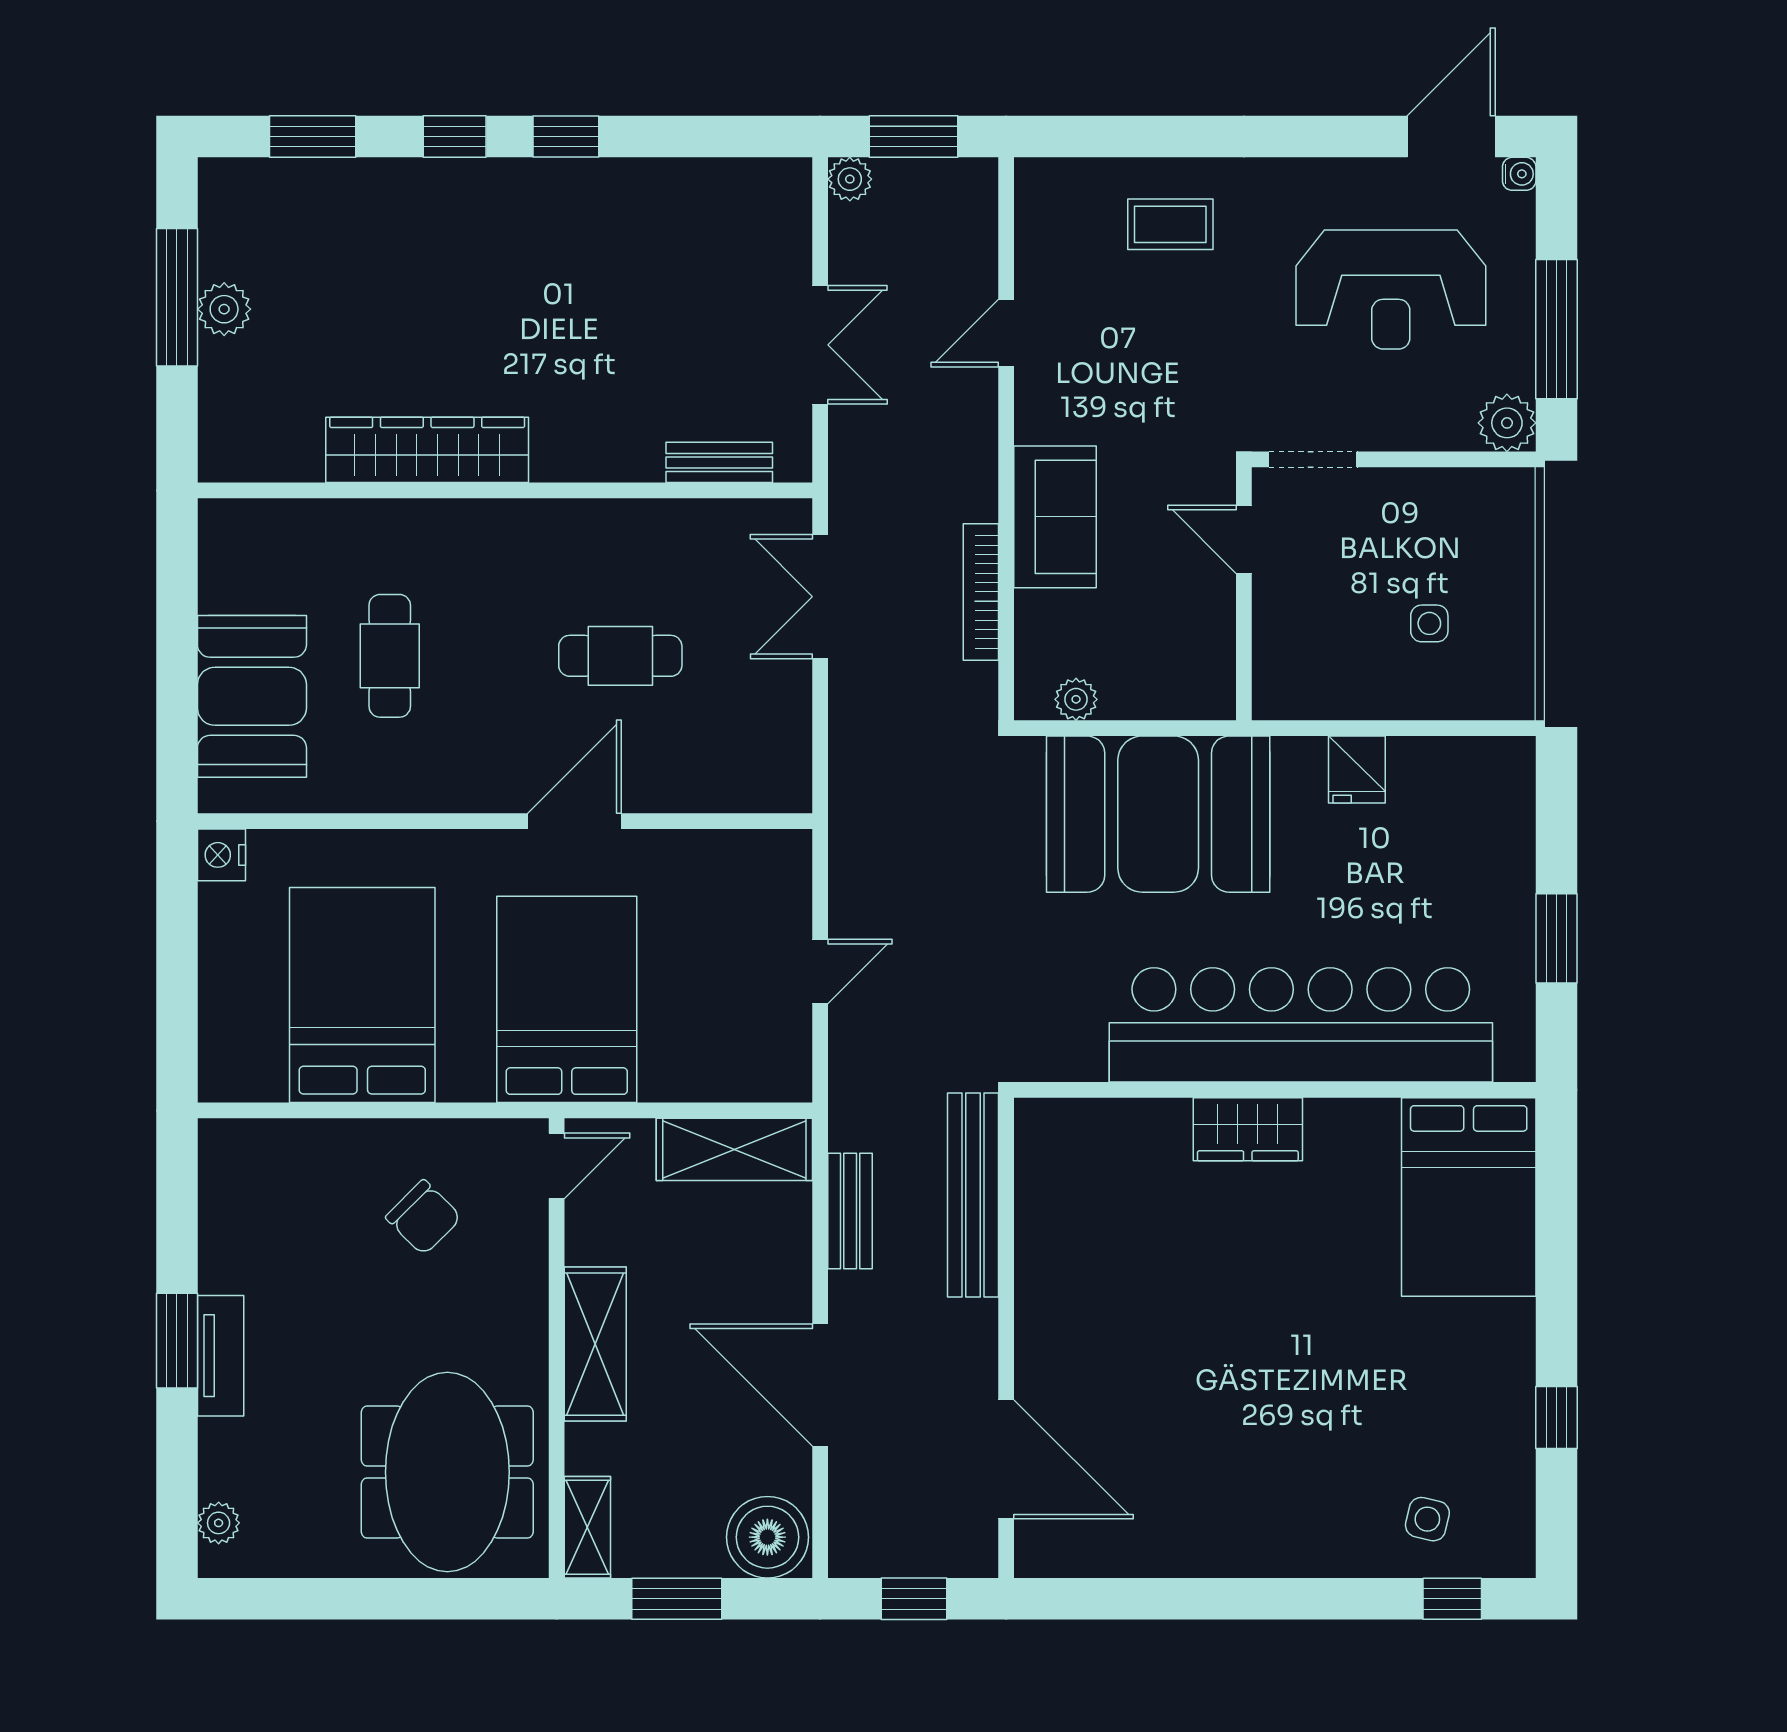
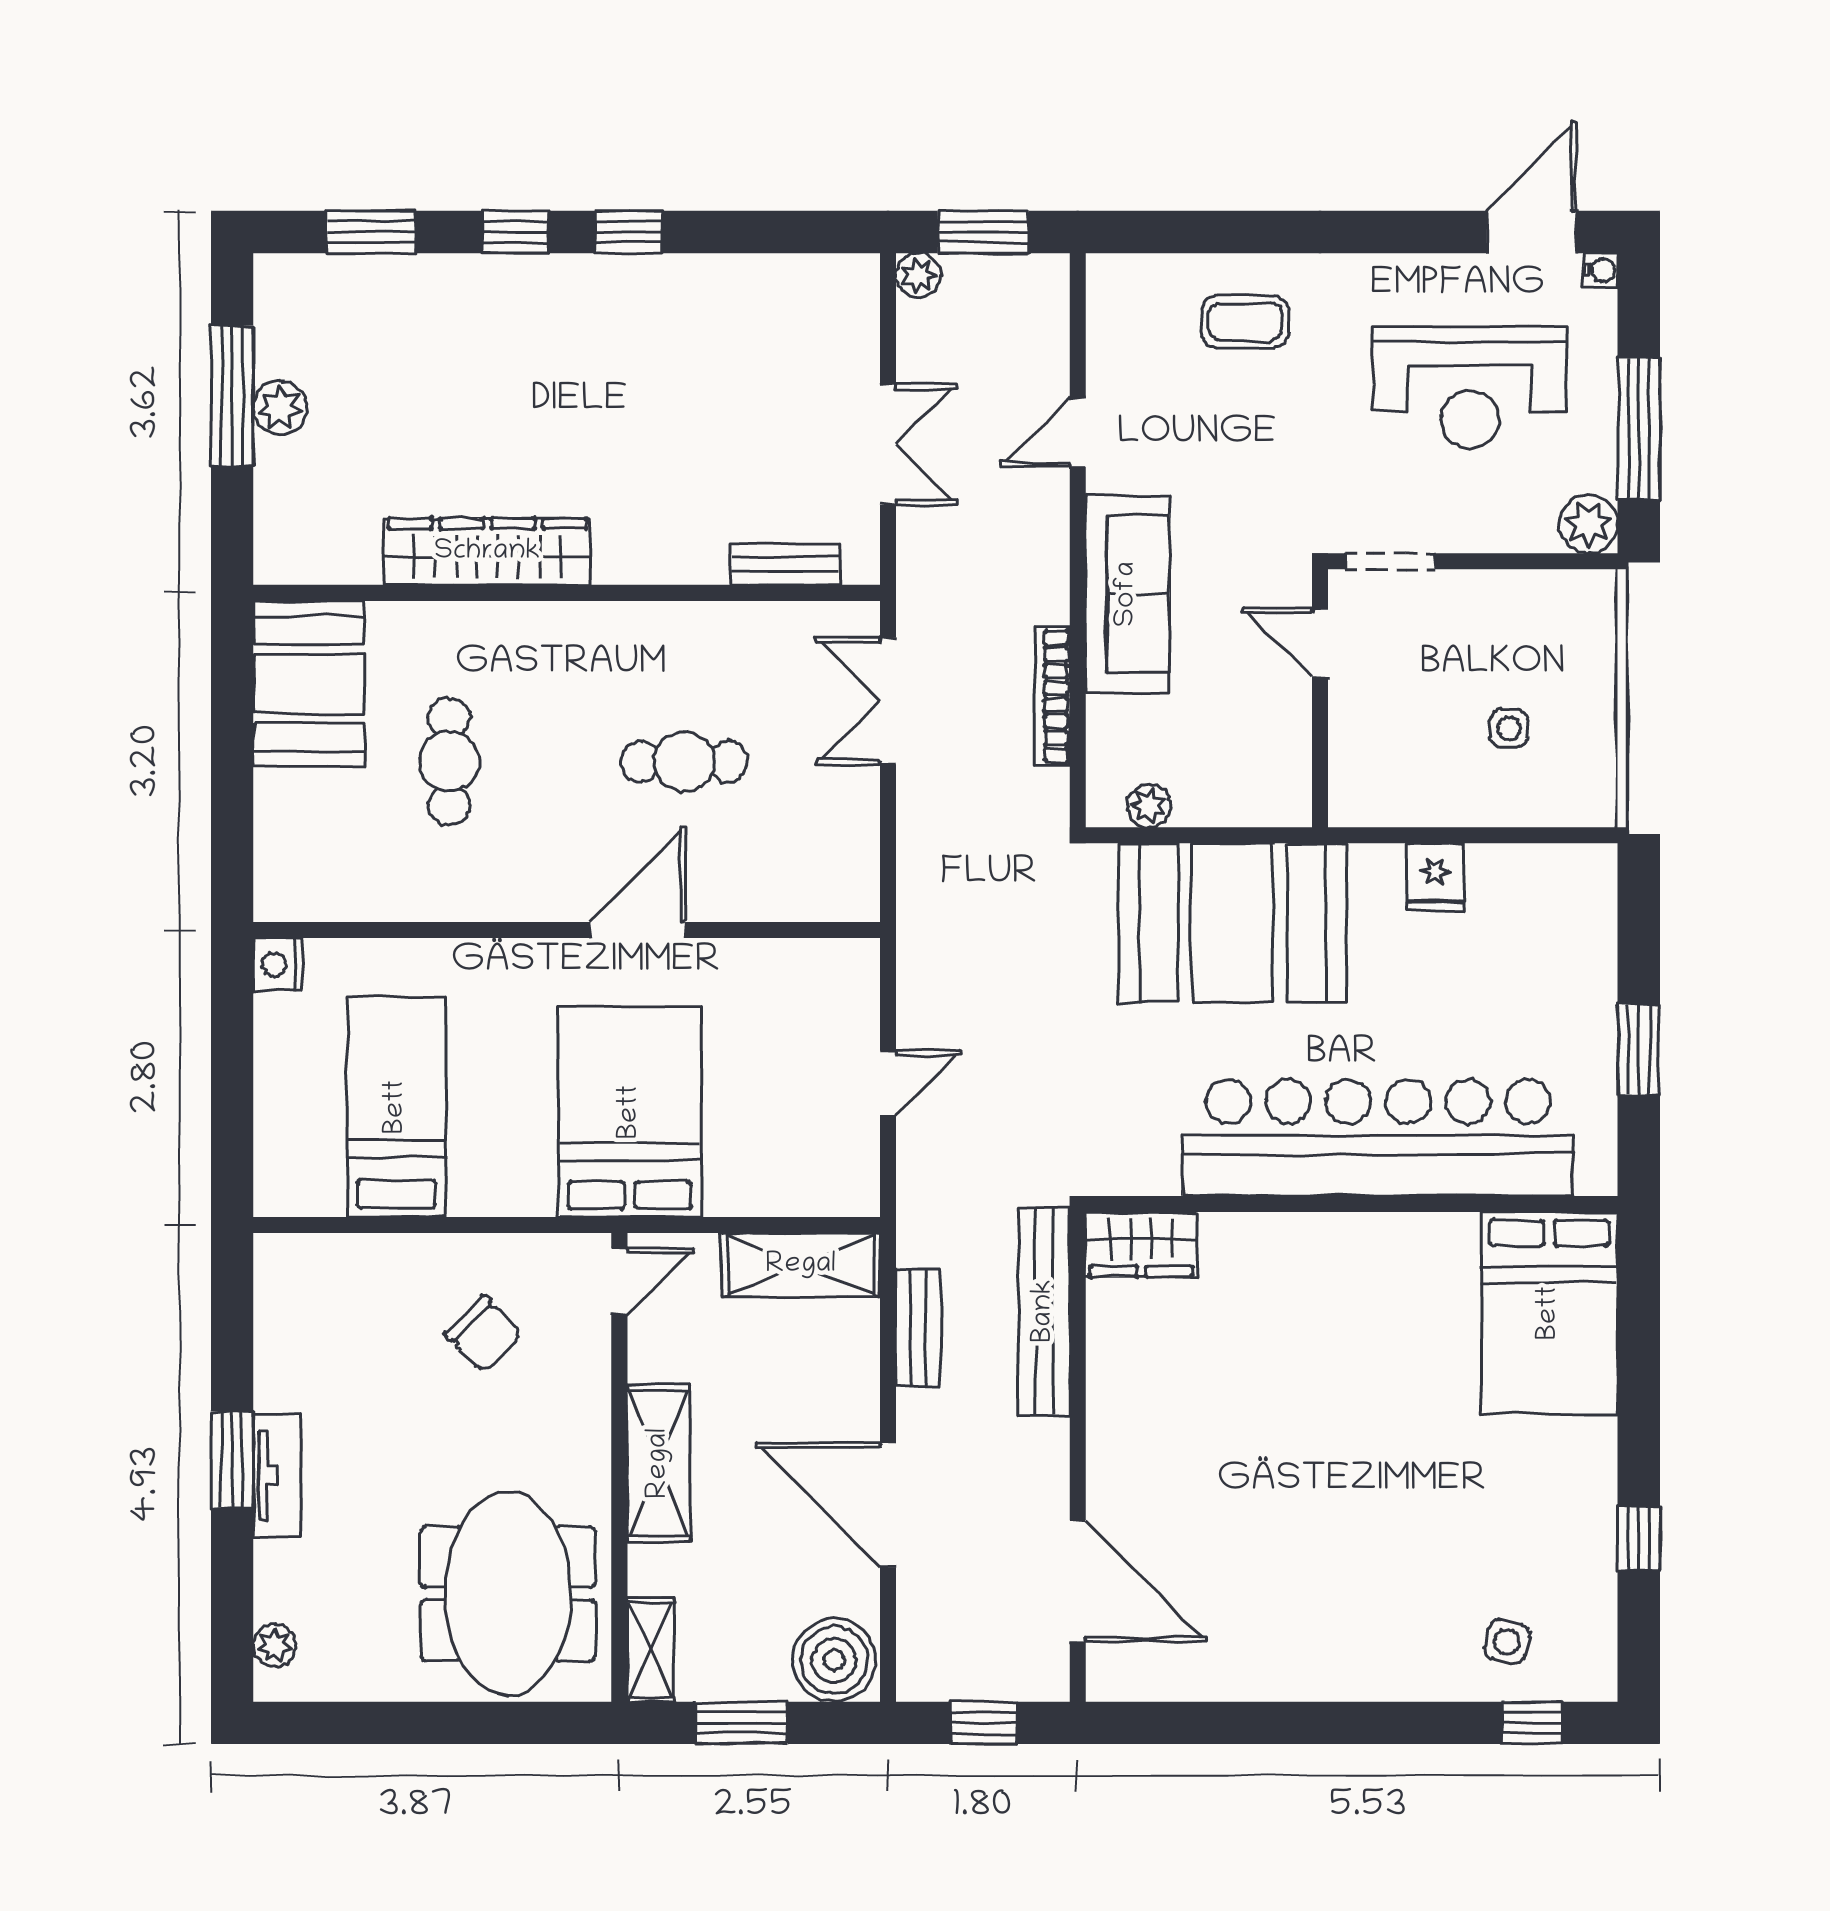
sofa: (1055, 517) -> (1127, 594), width x1.36
booth: (252, 696) -> (309, 683), moved
bed: (362, 995) -> (396, 1107), width x0.67
wardrobe: (1248, 1129) -> (1141, 1244), moved

